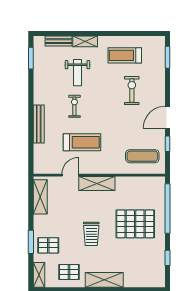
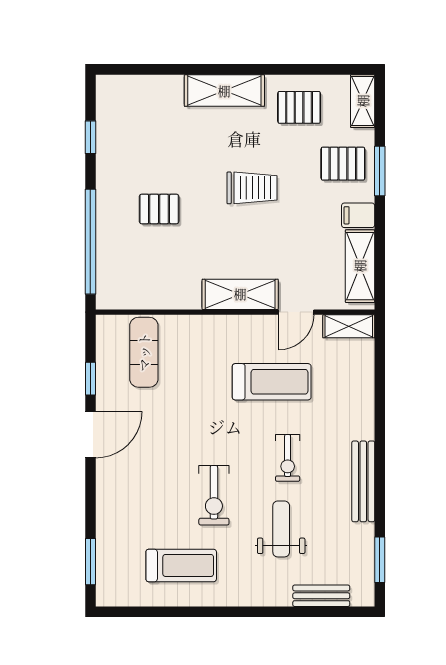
shelving: (85, 41) -> (349, 326), moved
exercise bike: (132, 91) -> (214, 495), moved
bench: (39, 124) -> (363, 481), moved
treadmill: (82, 142) -> (272, 382), turned 180
exercise mat: (142, 156) -> (144, 352), turned 90
filing cabinet: (41, 221) -> (358, 215), added
pallet: (135, 224) -> (159, 209), width x0.49, depth x0.50
trolley: (91, 234) -> (252, 188), turned 90

